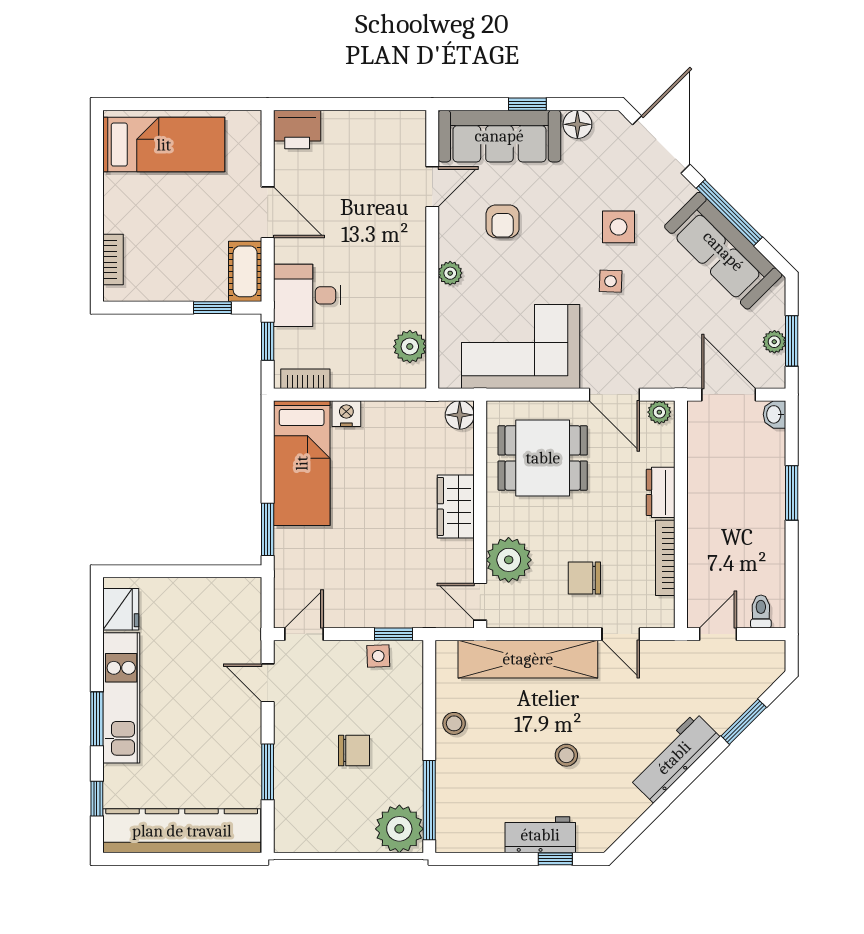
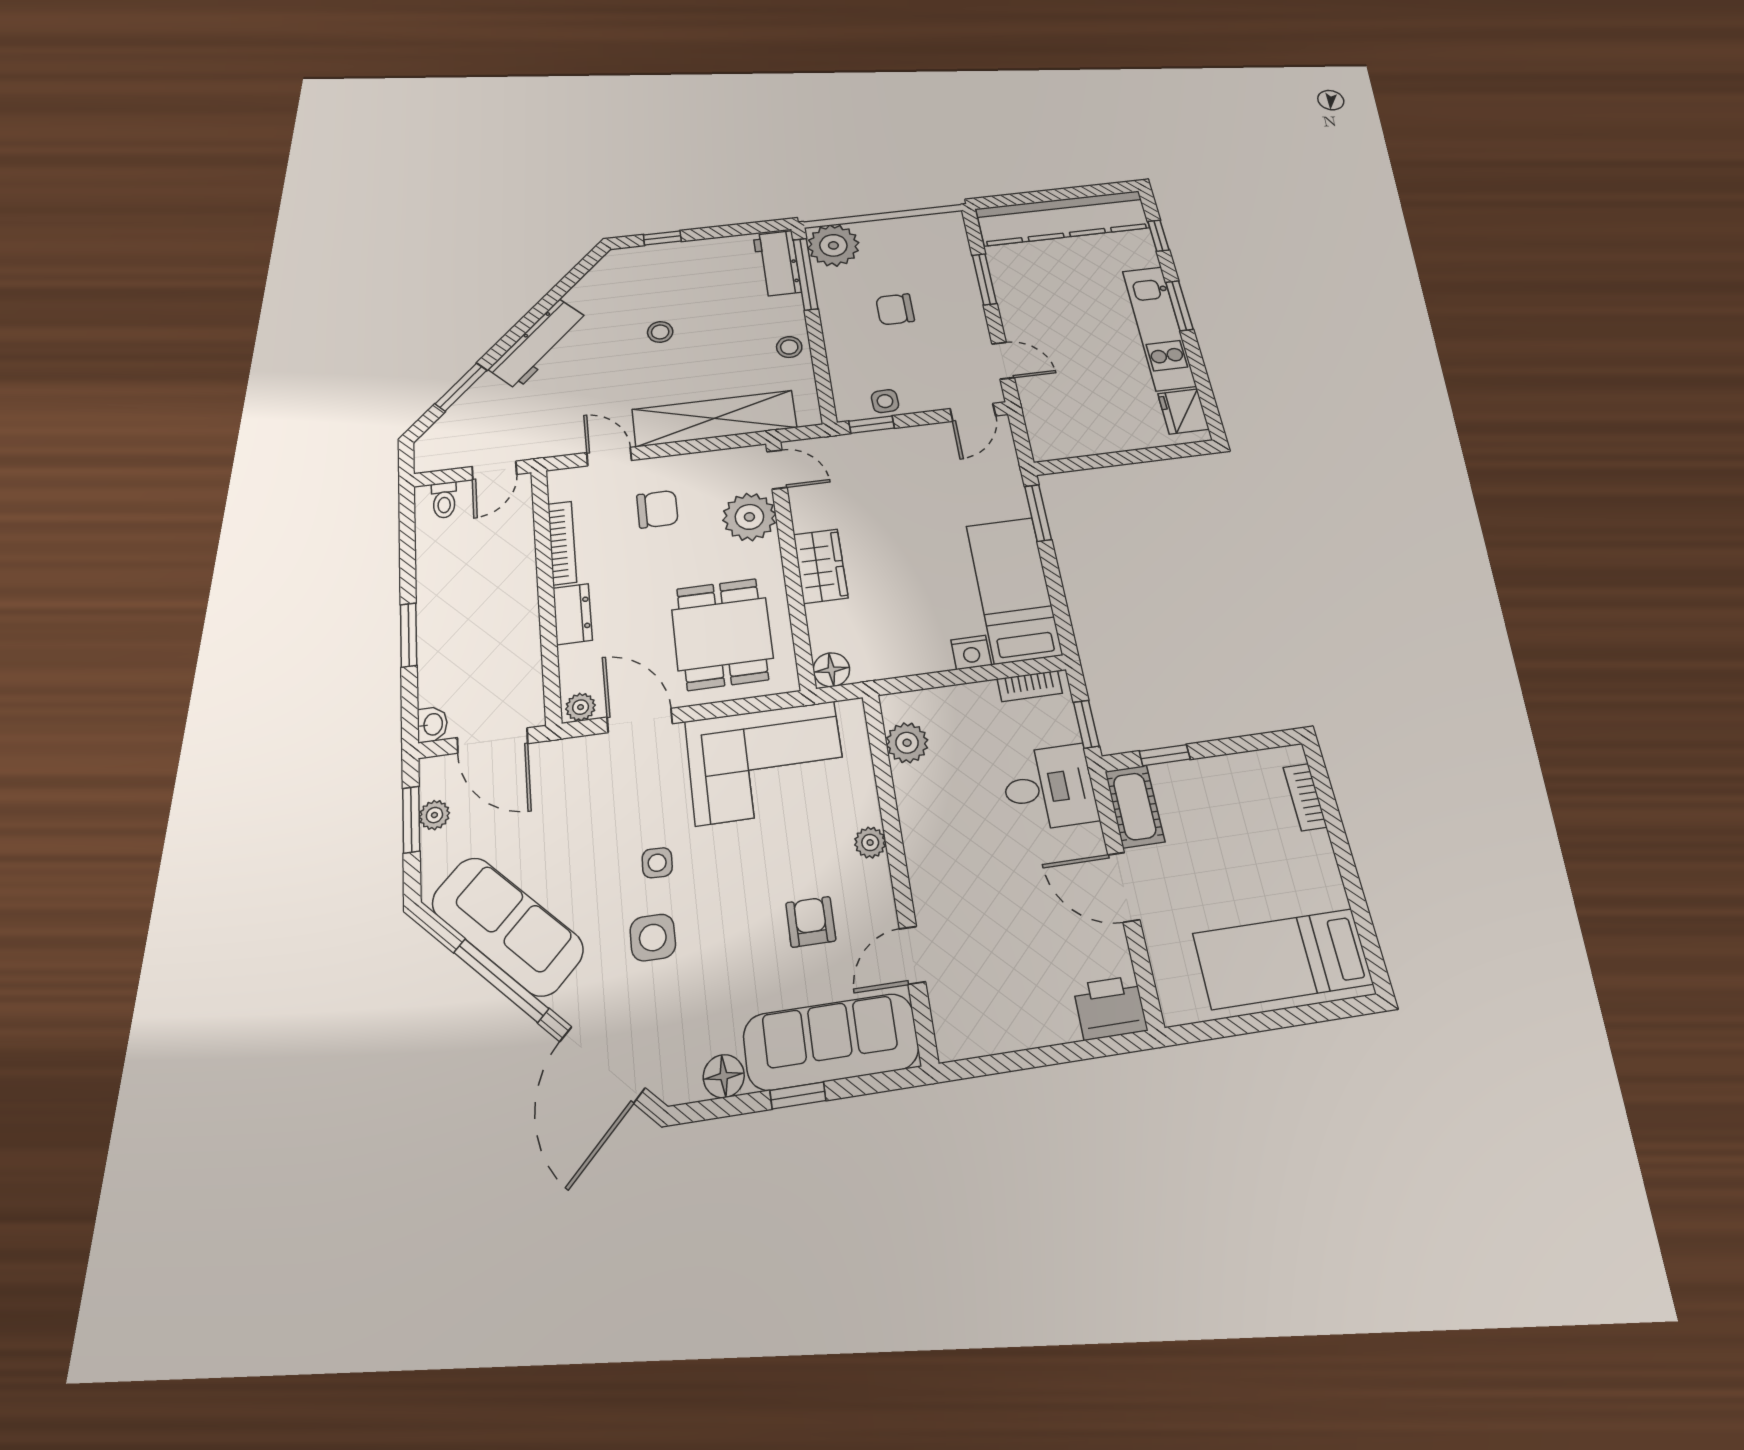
dining table: (543, 458) -> (722, 634), turned 90
workbench: (540, 835) -> (777, 263), moved, turned 90

